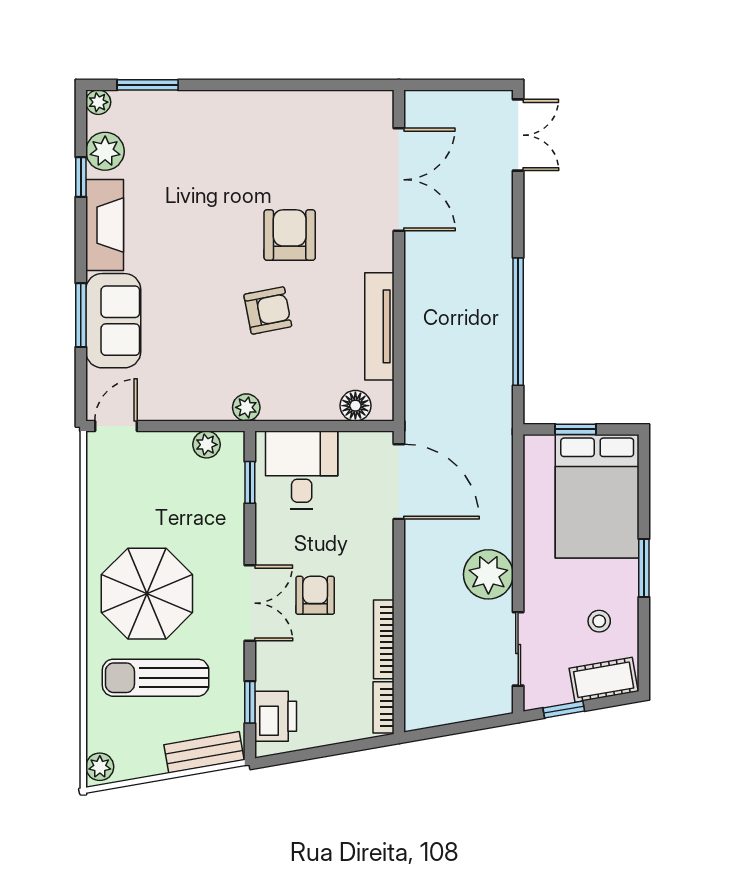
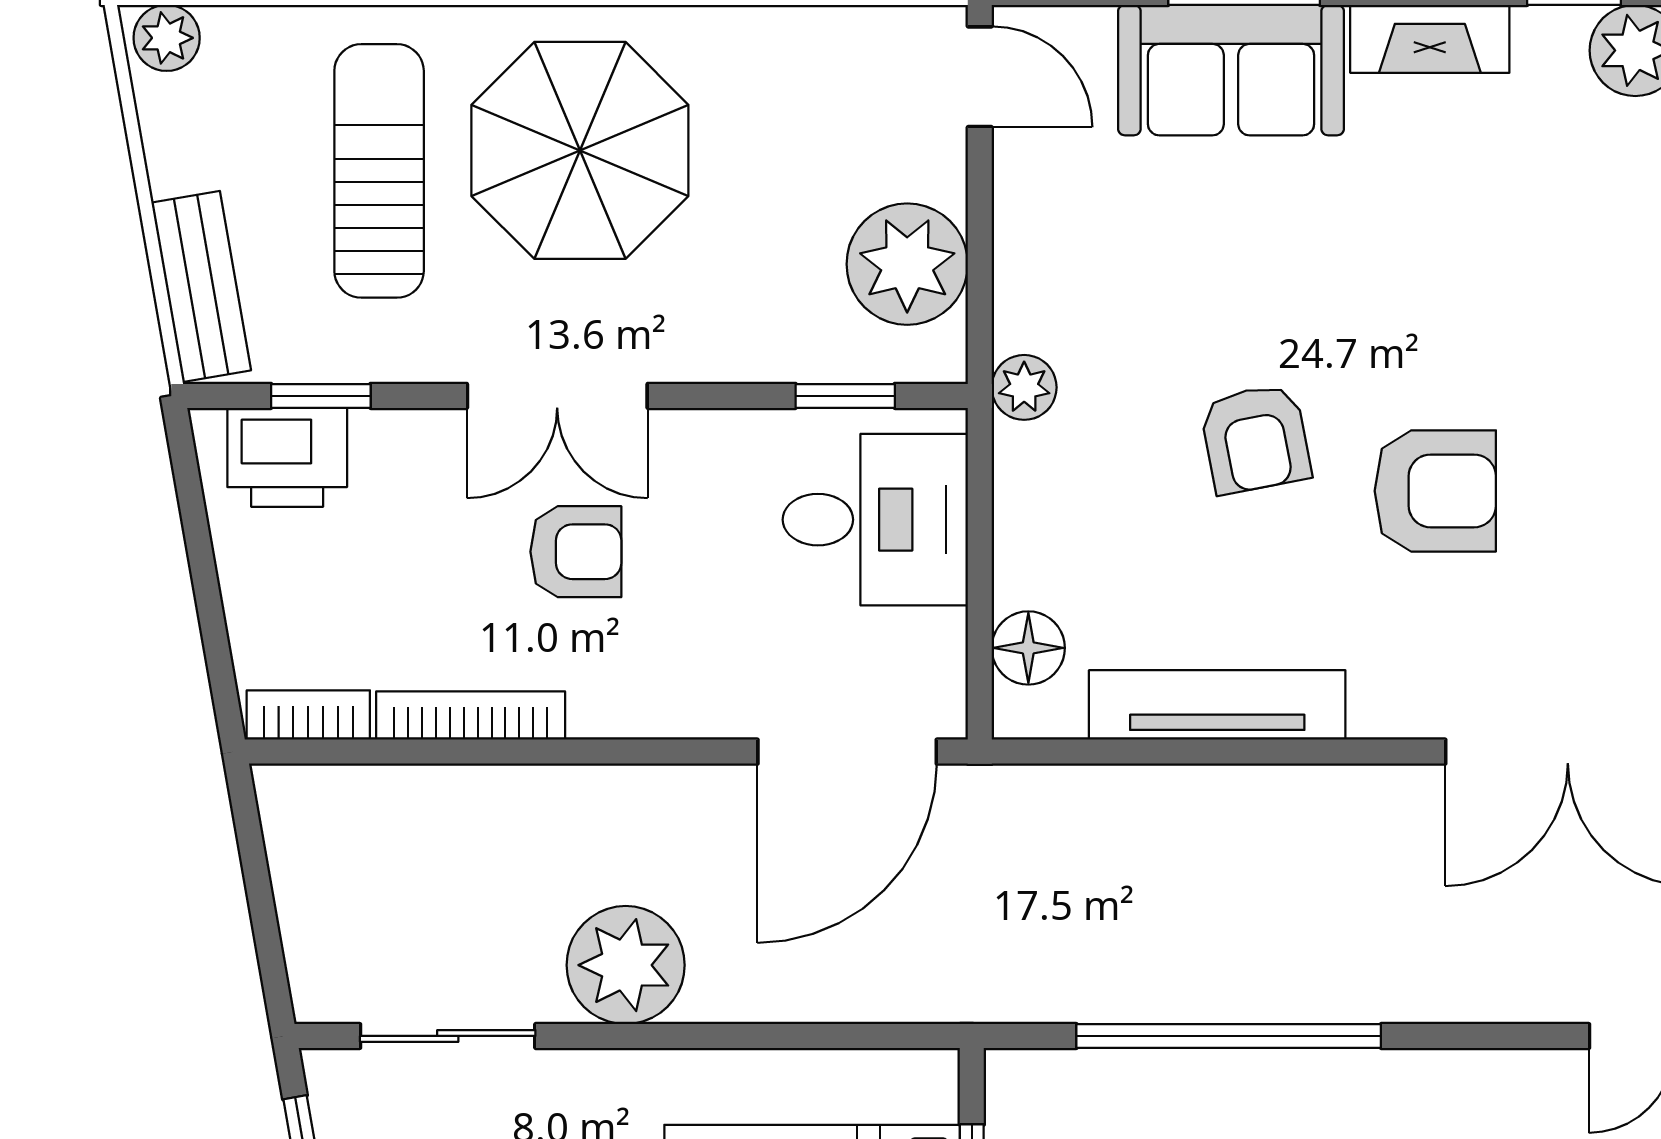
fireplace: (105, 225) -> (1430, 39), width x0.73, depth x0.76
plant: (206, 445) -> (907, 264), width x1.88, depth x1.88

